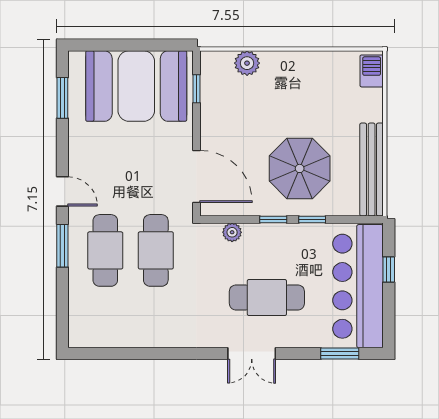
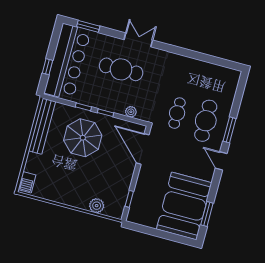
booth: (136, 86) -> (184, 206), moved, turned 90
cafe table: (156, 250) -> (177, 113), width x0.73, depth x0.74

